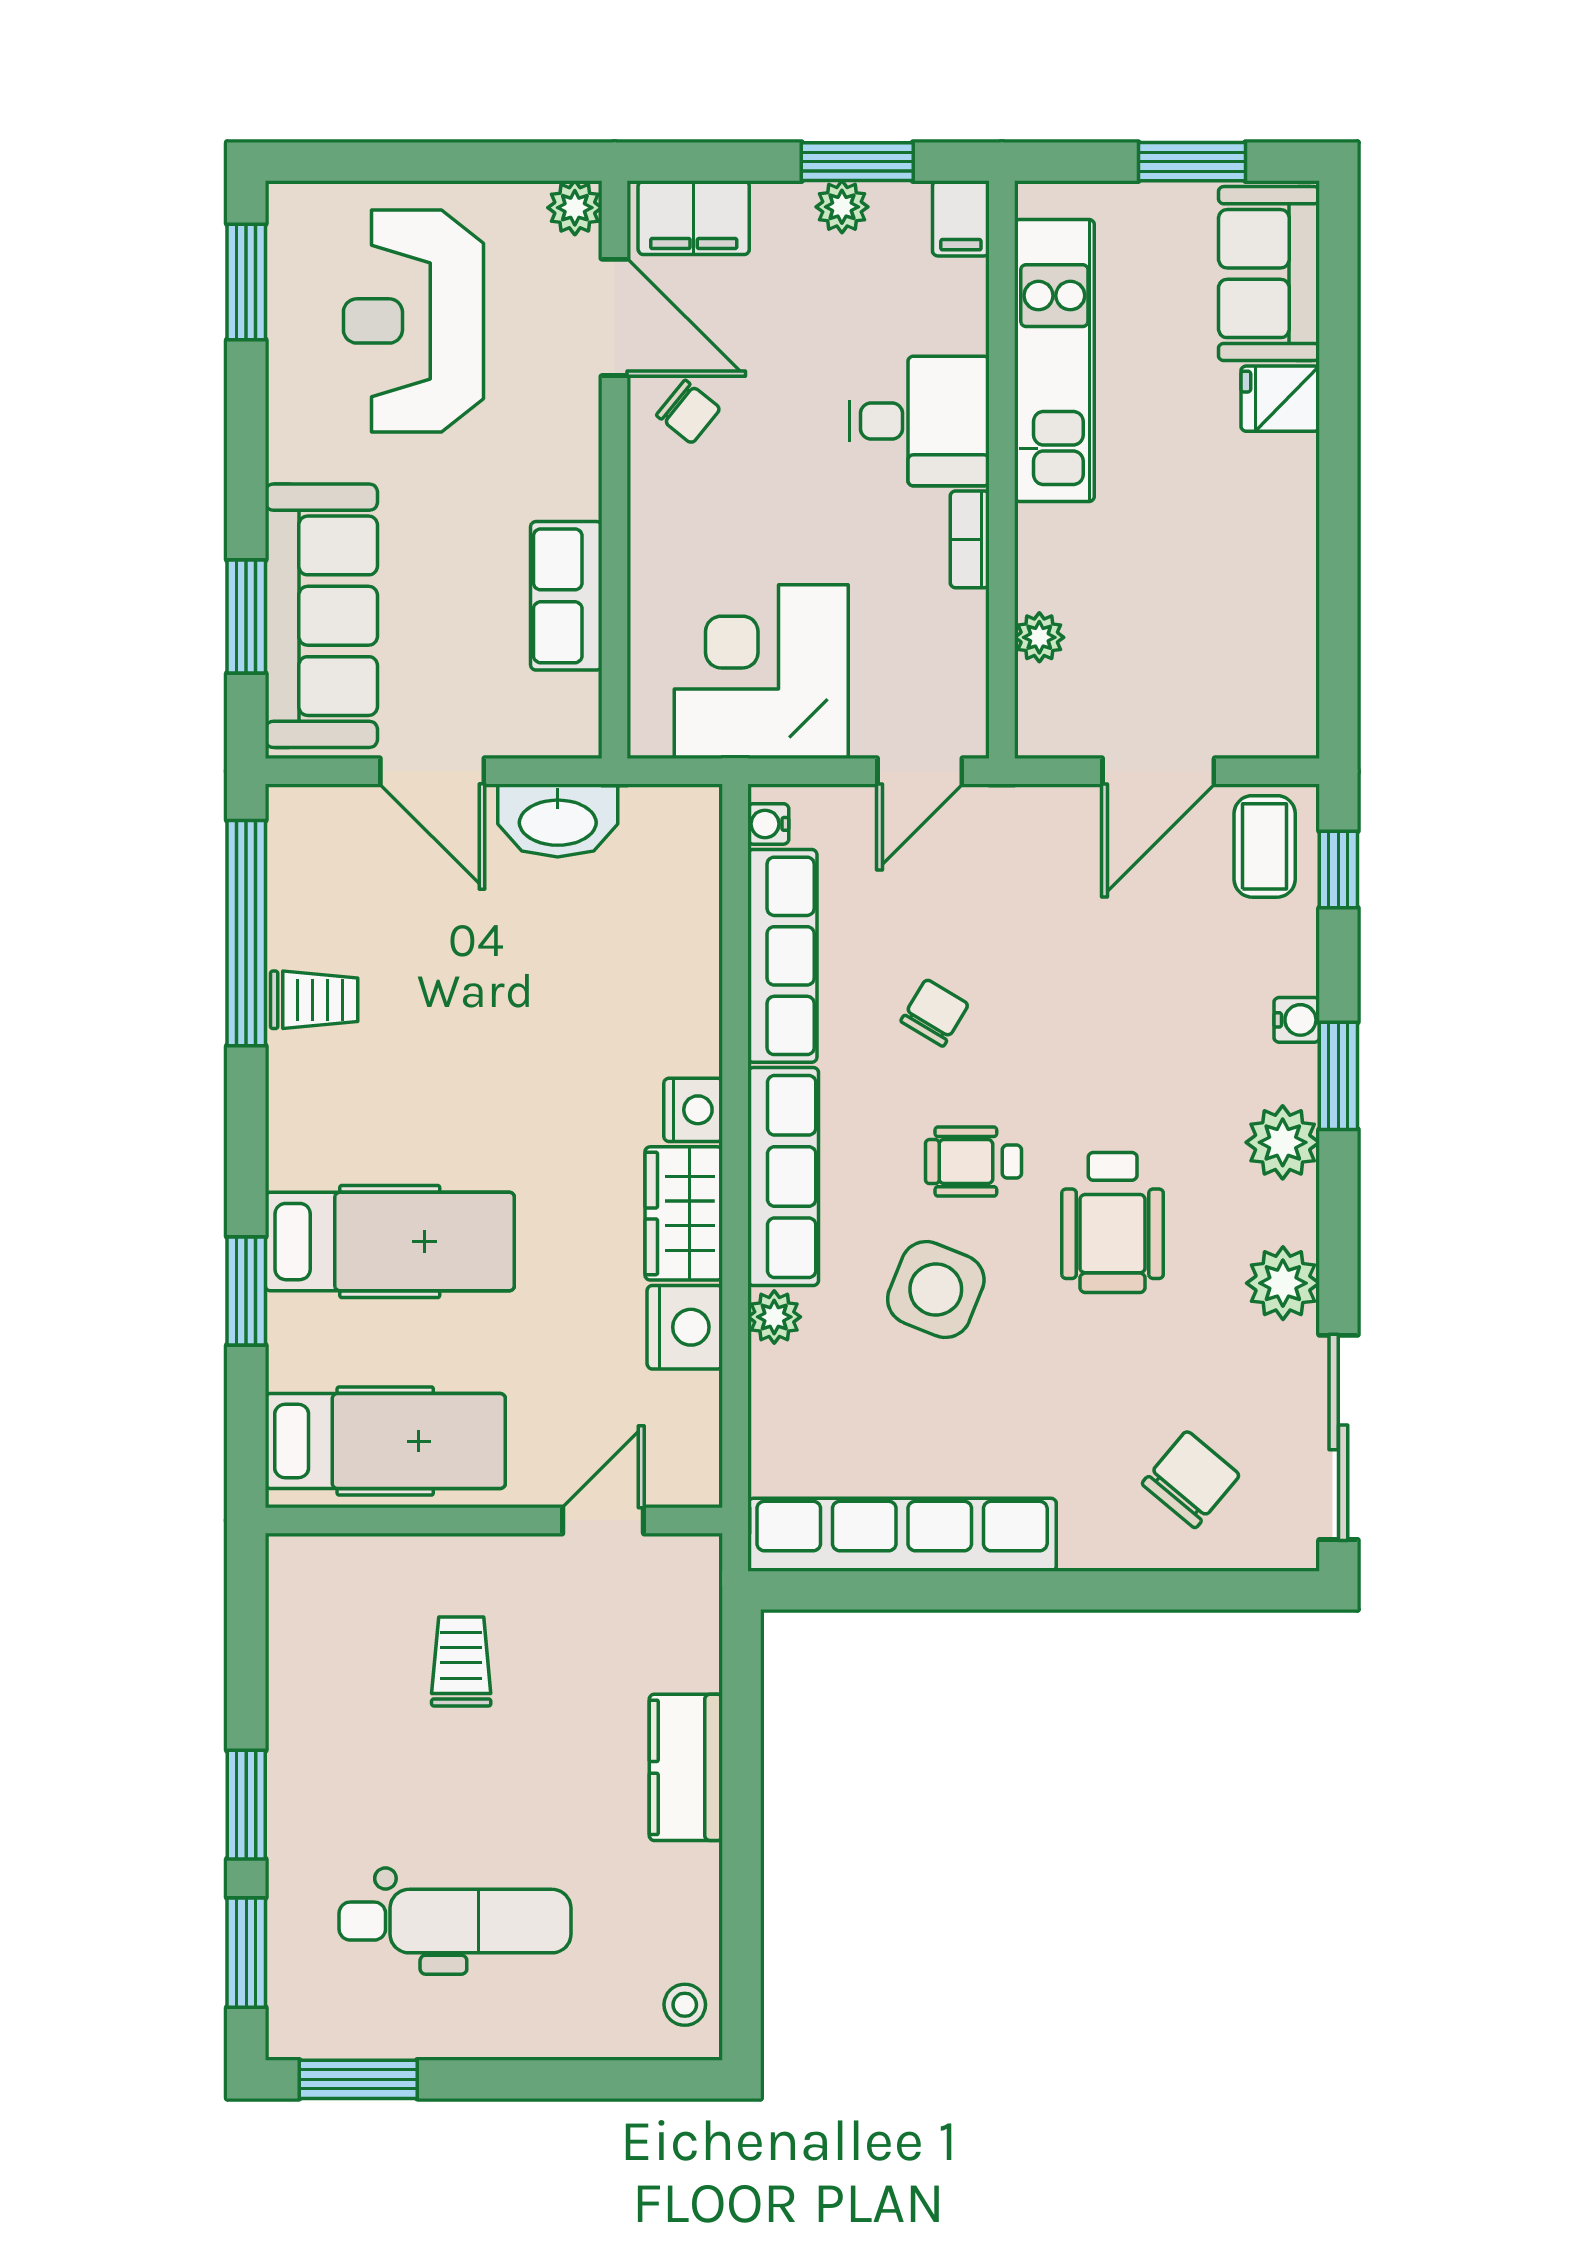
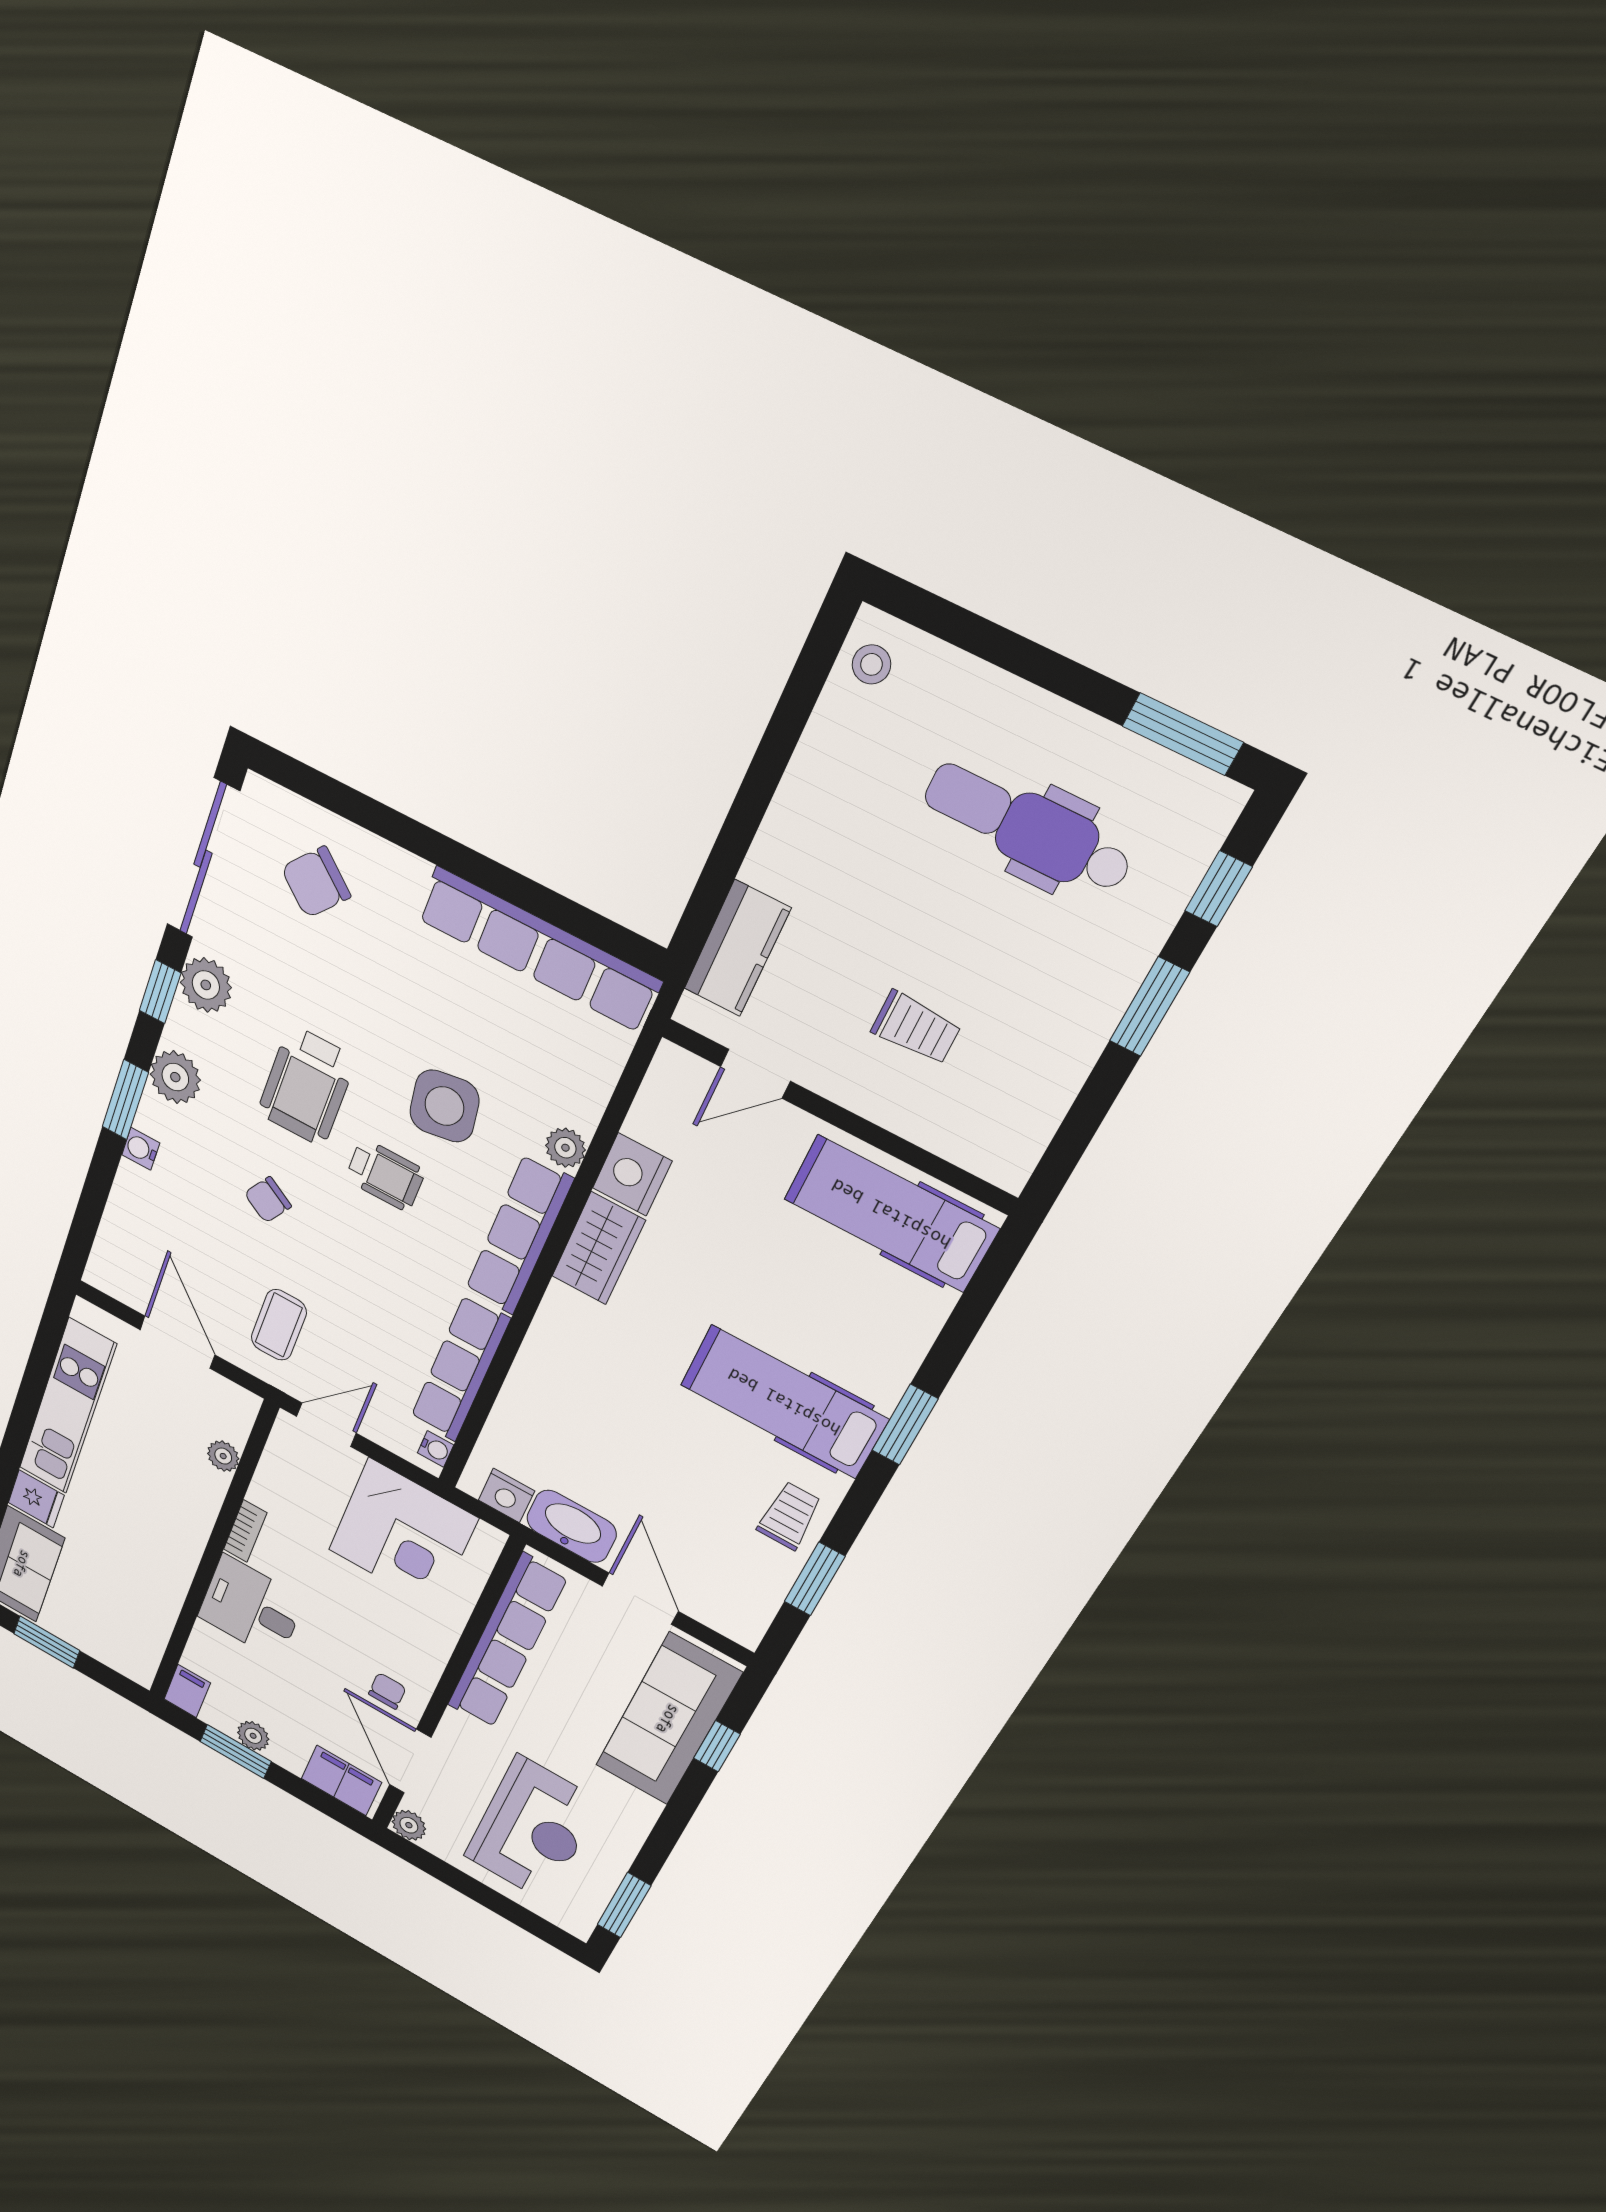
kitchen unit: (1054, 360) -> (67, 1407), moved, turned 180
chair: (688, 412) -> (387, 1691), turned 51
row of seats: (566, 596) -> (507, 1642), width x2.02
window: (246, 617) -> (717, 1746), width x0.67
door: (1158, 771) -> (177, 1342), hinge flipped
coffee table: (1265, 846) -> (279, 1325), moved
window: (1338, 870) -> (160, 992), moved
window: (246, 933) -> (815, 1579), width x0.47
trolley: (314, 1000) -> (789, 1516), turned 90
chair: (935, 1013) -> (268, 1200), moved
nightstand: (693, 1110) -> (506, 1496), moved, turned -90
wheelchair: (1113, 1222) -> (306, 1086), turned 180
hospital bed: (390, 1242) -> (784, 1402), moved
side table: (936, 1289) -> (444, 1106), turned -31
window: (246, 1291) -> (905, 1425), moved
trolley: (461, 1661) -> (916, 1028), turned -90
kitchen counter: (686, 1767) -> (737, 948), moved
window: (246, 1953) -> (1218, 889), width x0.67

